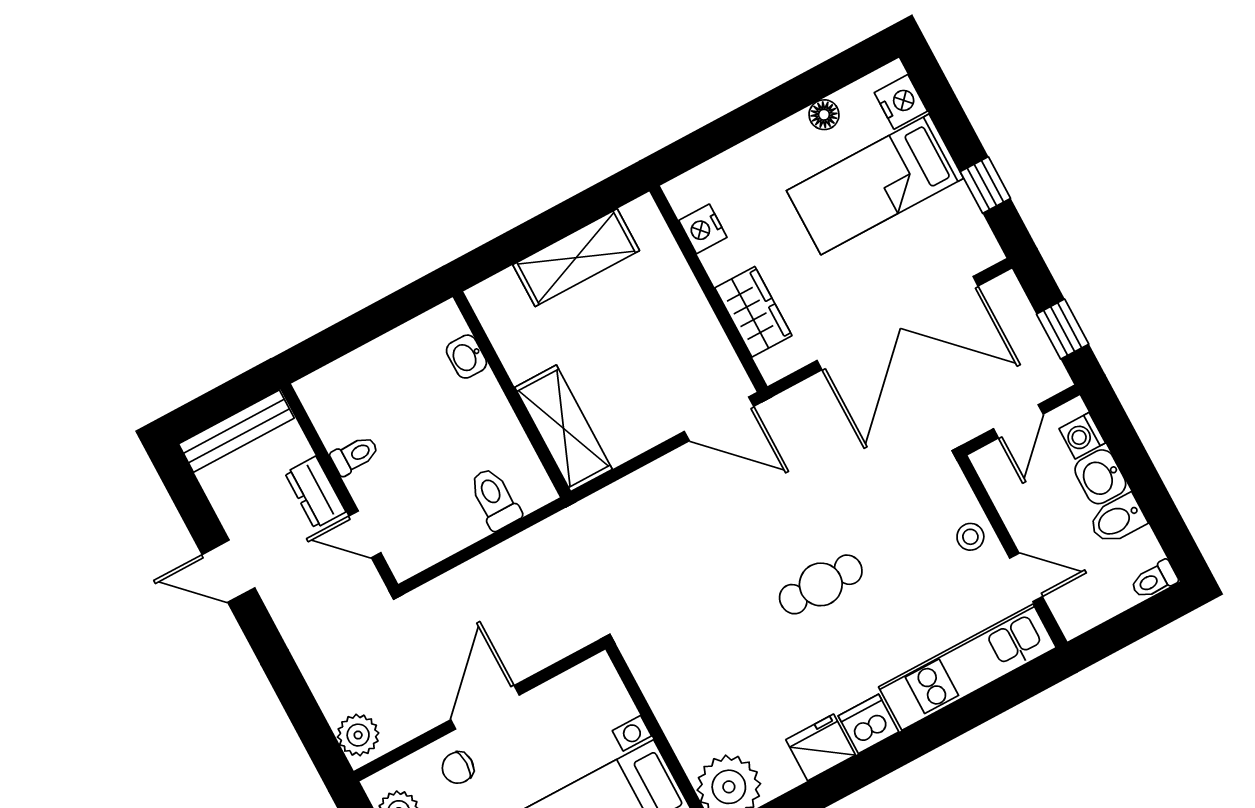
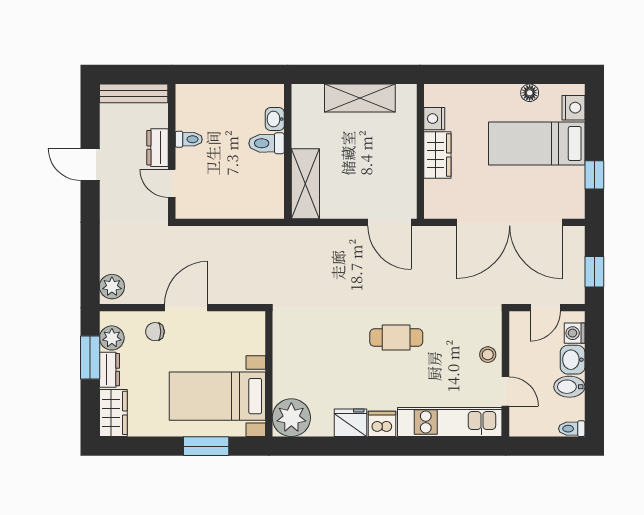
wardrobe: (753, 312) -> (437, 155), moved
toilet: (495, 499) -> (267, 143), moved, turned -90

